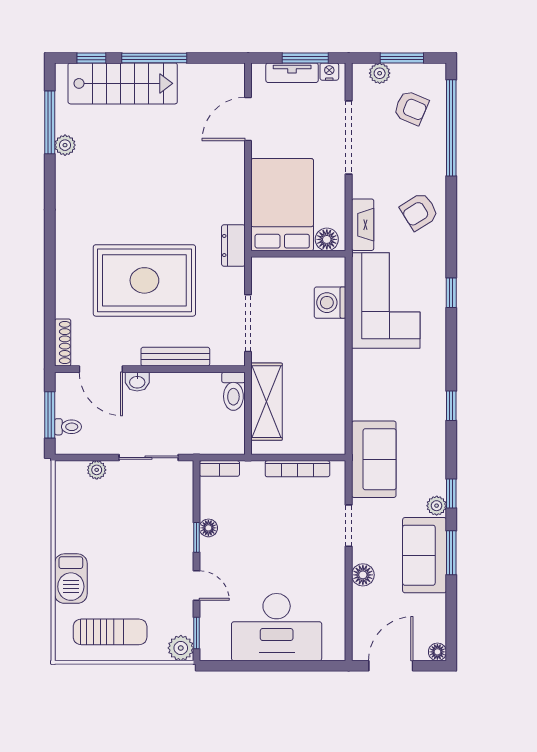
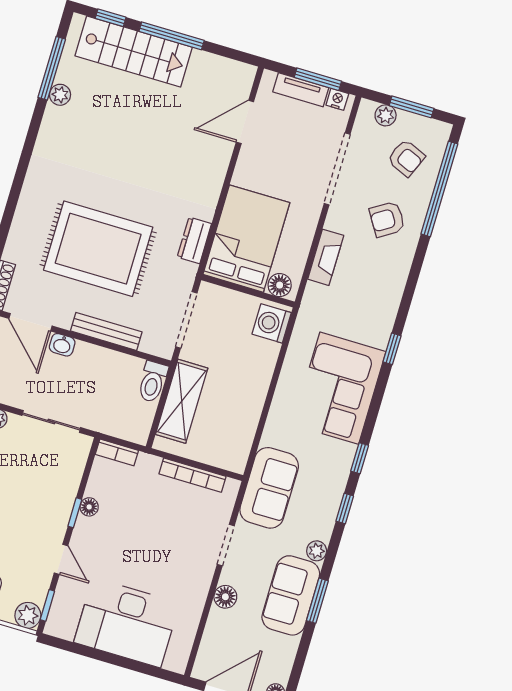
bed: (282, 205) -> (246, 239), moved
armchair: (419, 212) -> (387, 219), moved
floor lamp: (327, 239) -> (280, 285), moved
wall: (298, 254) -> (248, 291), moved
corner sofa: (386, 300) -> (339, 388), moved, turned 180
window: (451, 494) -> (345, 508), moved

